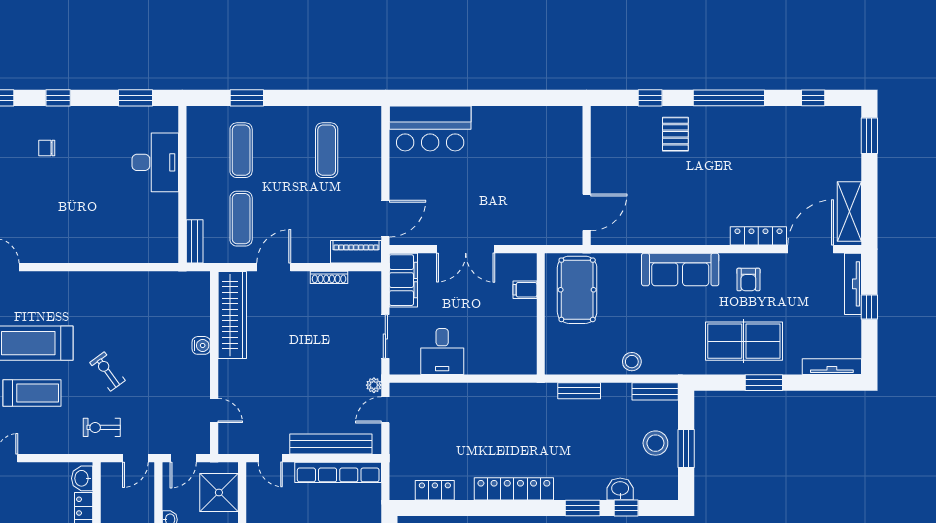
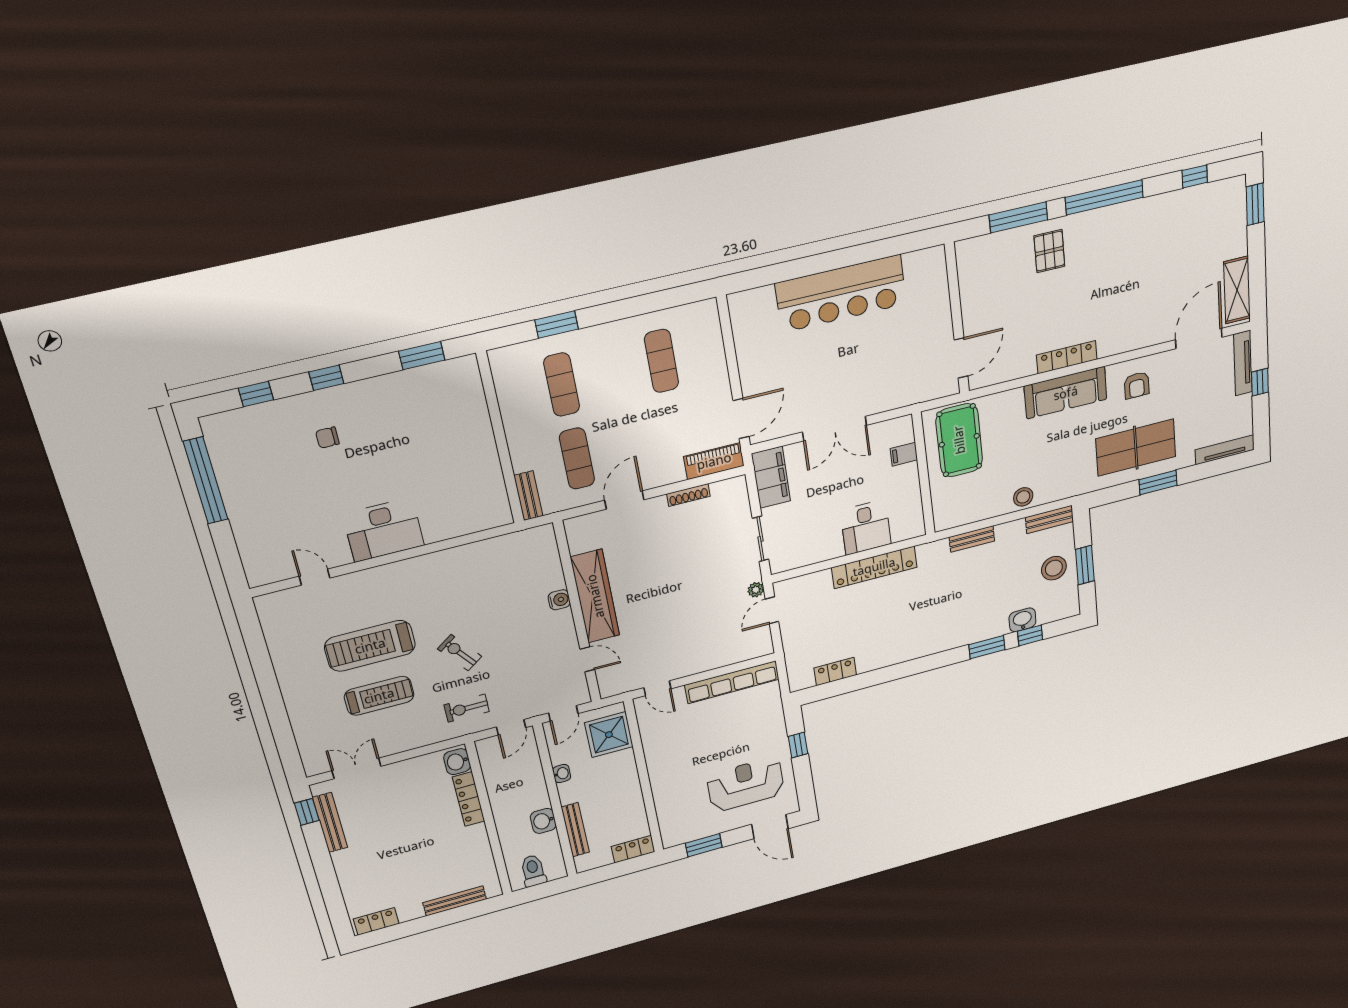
window: (650, 98) -> (1018, 217), width x2.17
bar counter: (430, 128) -> (841, 294), moved, width x1.36
desk: (155, 162) -> (383, 530), moved, turned 90
locker: (758, 236) -> (1067, 357), moved
wardrobe: (232, 315) -> (595, 596), moved
desk: (442, 351) -> (866, 527), moved
bench: (331, 444) -> (720, 658), removed
locker: (514, 489) -> (874, 567), moved, turned 180

